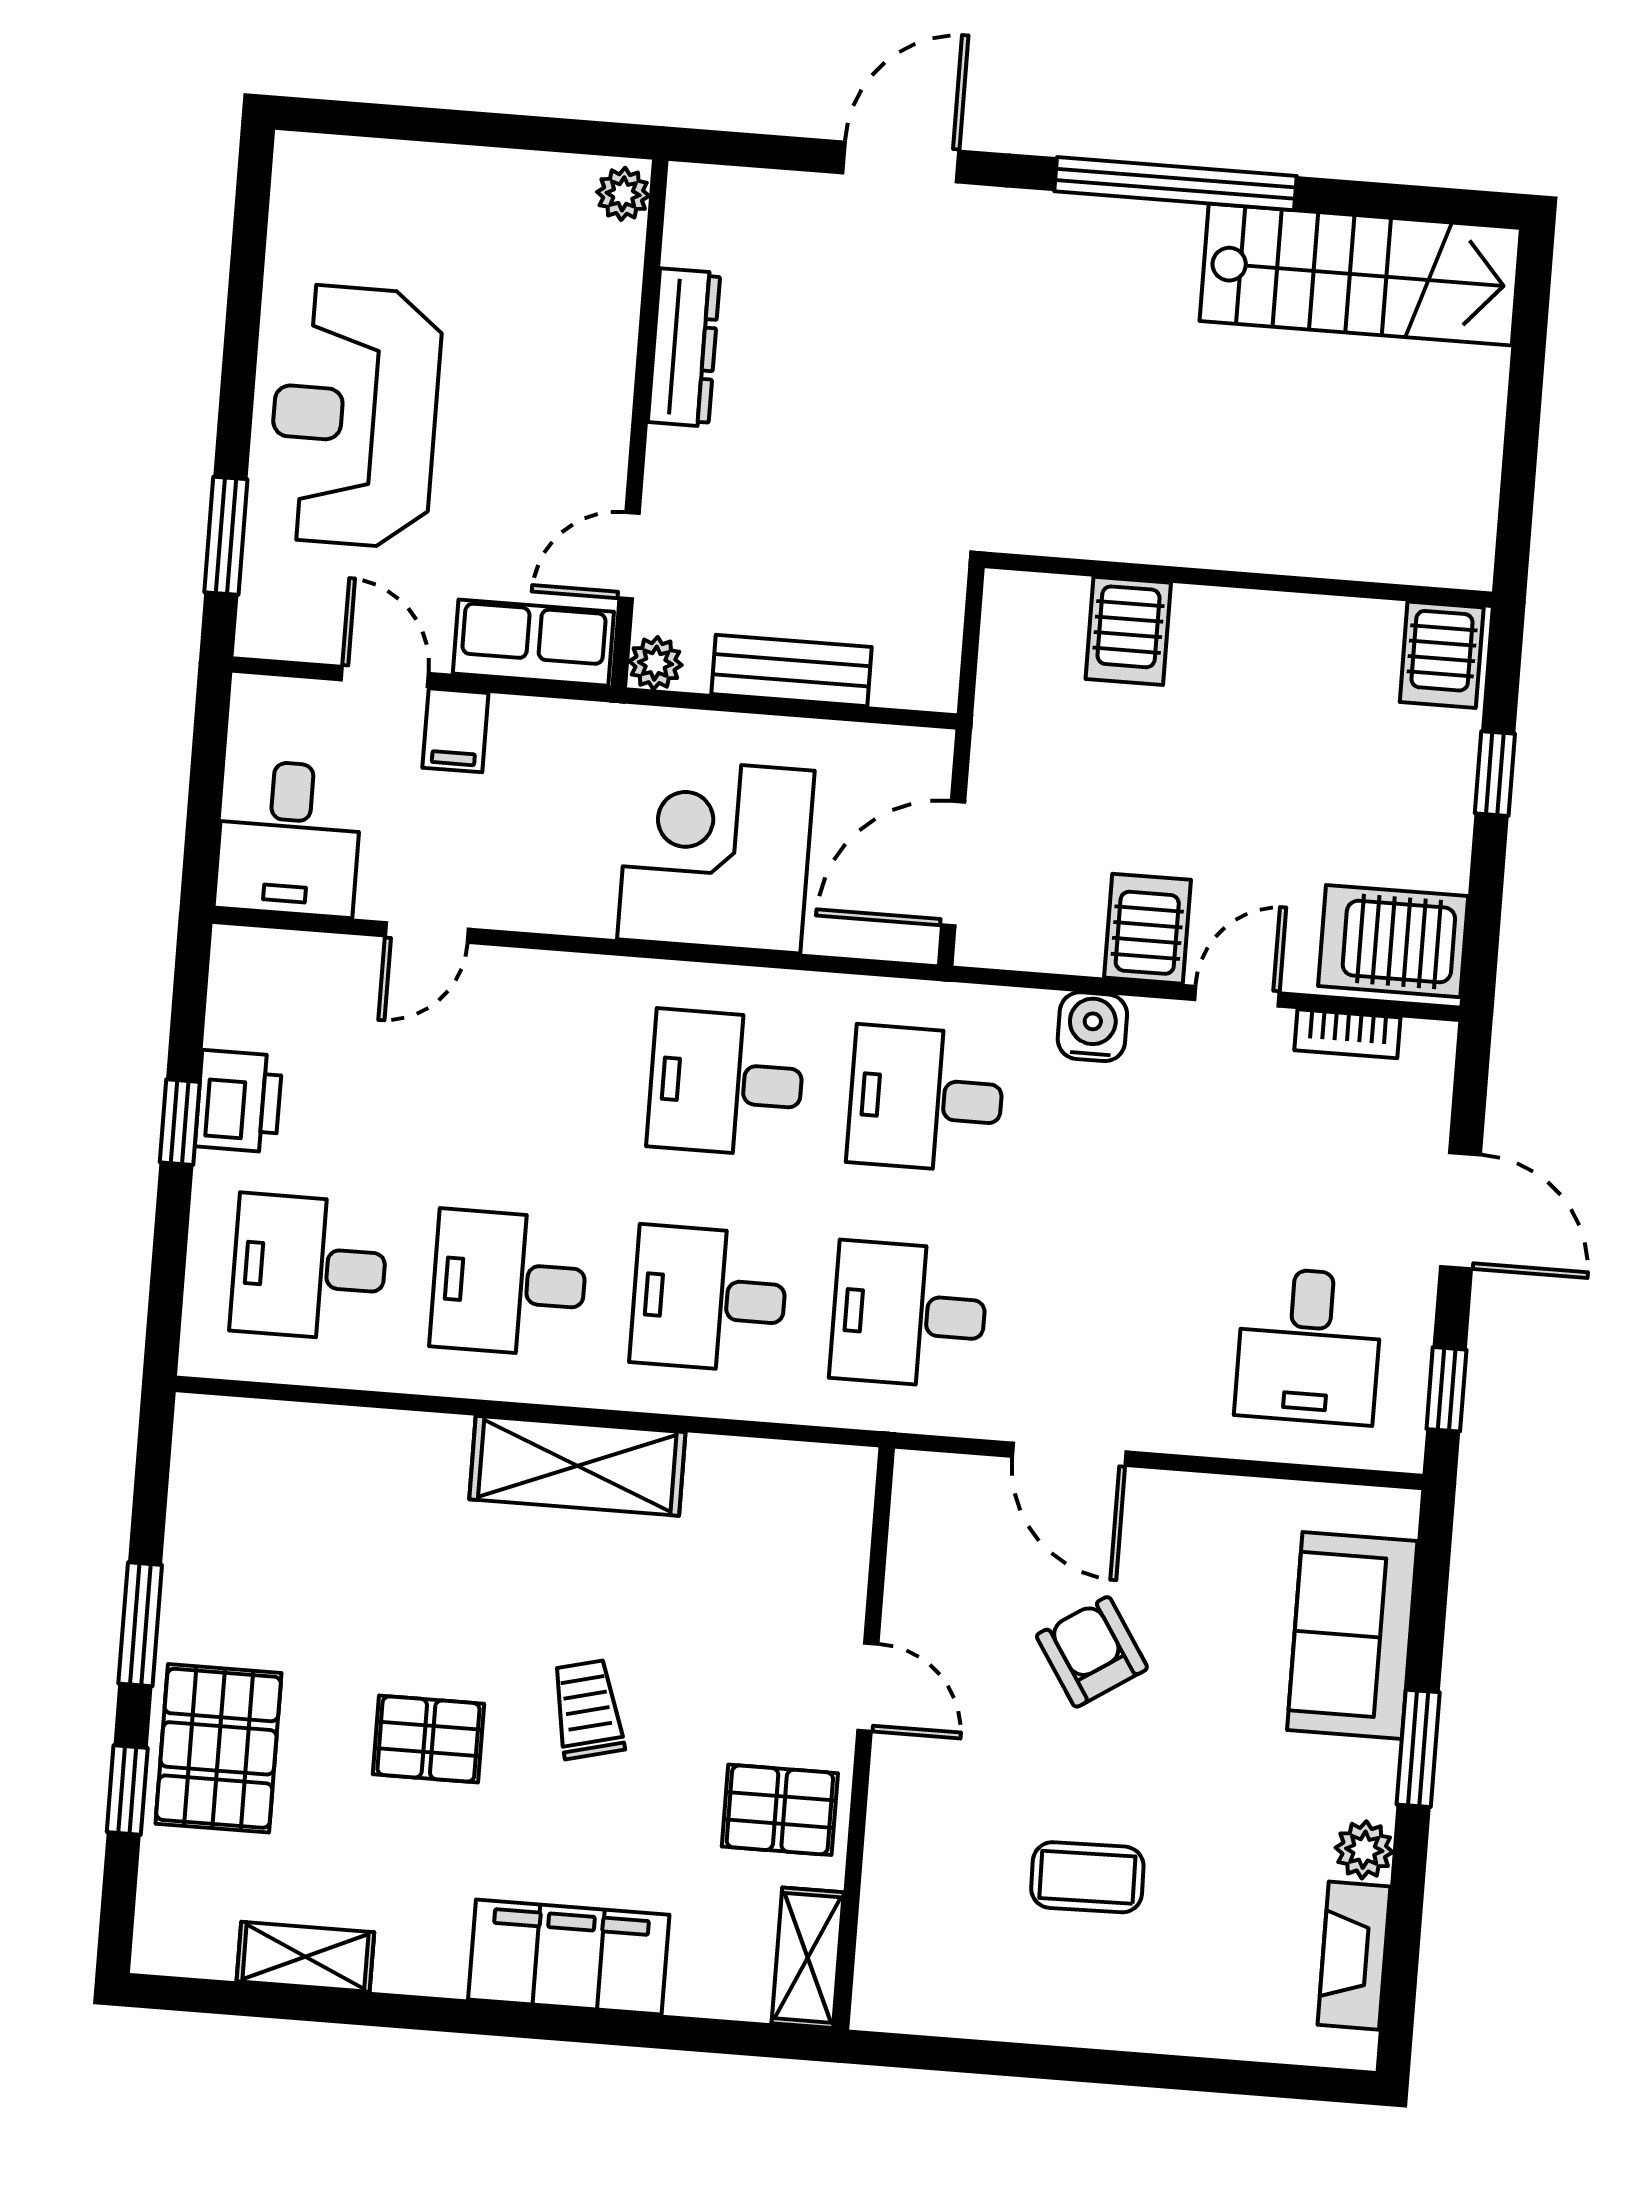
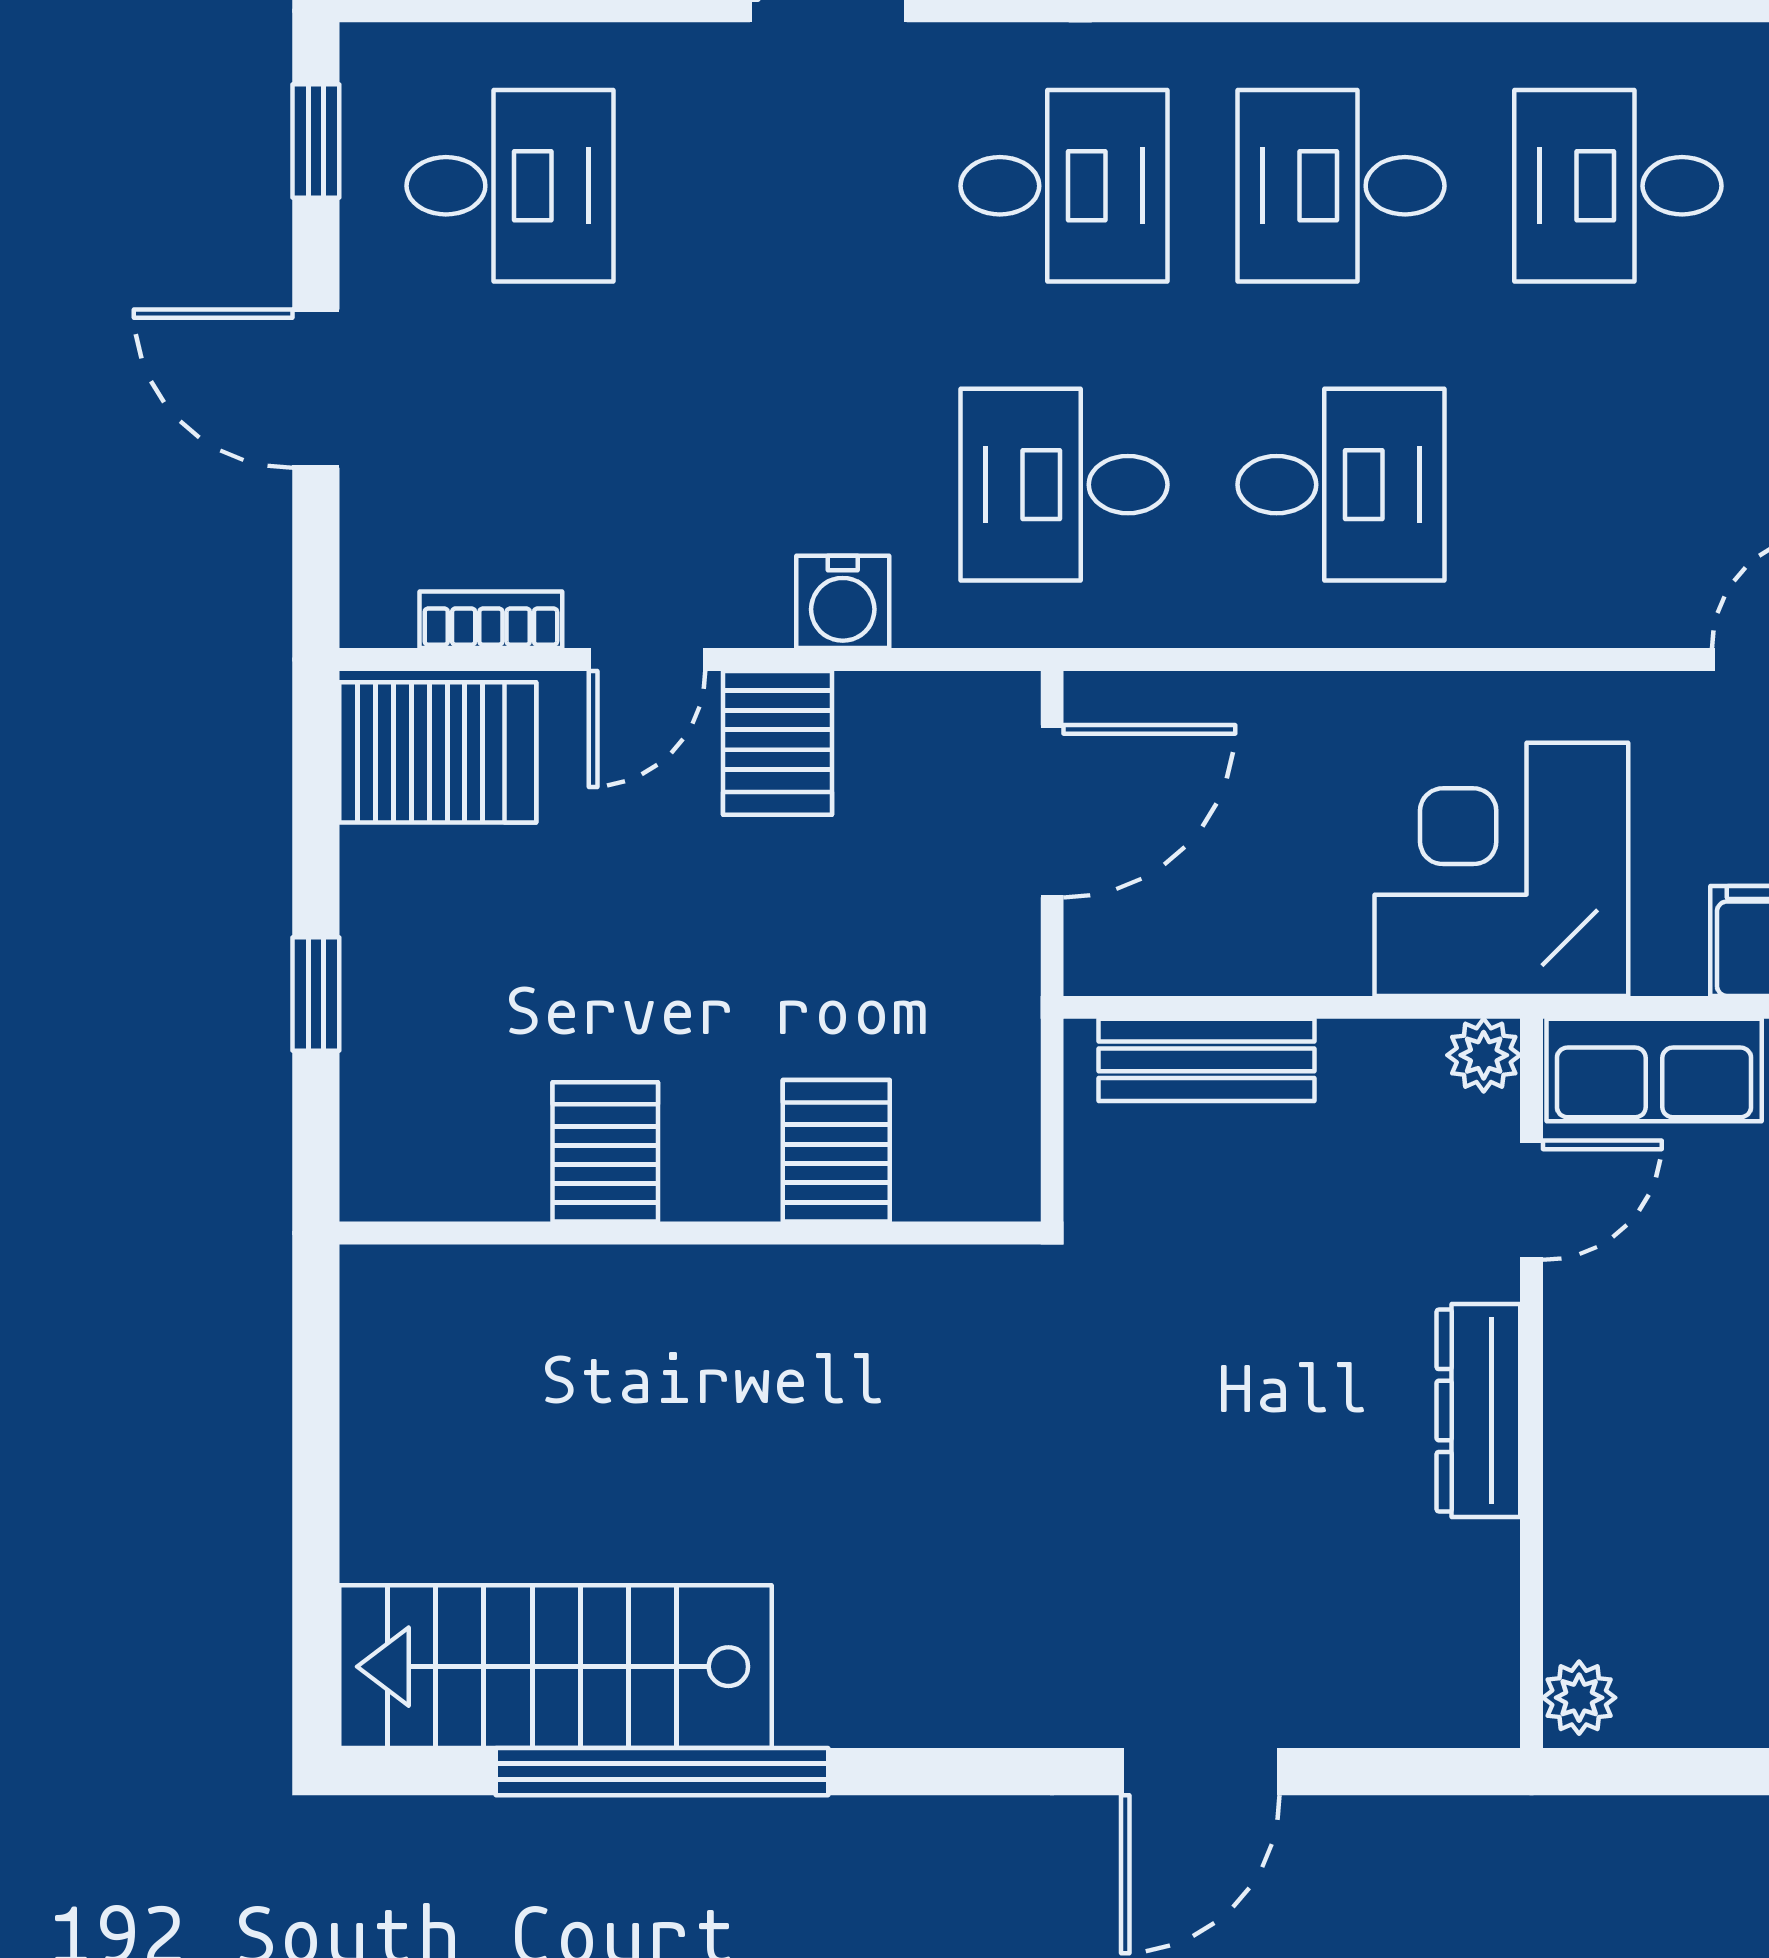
window: (1176, 184) -> (662, 1772), moved
dresser: (684, 347) -> (1478, 1411), moved
server rack: (1442, 655) -> (605, 1152), moved
bench: (792, 670) -> (1207, 1060), moved
corner desk: (716, 855) -> (1501, 869), moved, turned 180
desk: (926, 1099) -> (1064, 485), turned 180
desk: (509, 1283) -> (1618, 186), turned 180
desk: (709, 1299) -> (1341, 186), turned 180
desk: (1309, 1346) -> (510, 186), turned 90

